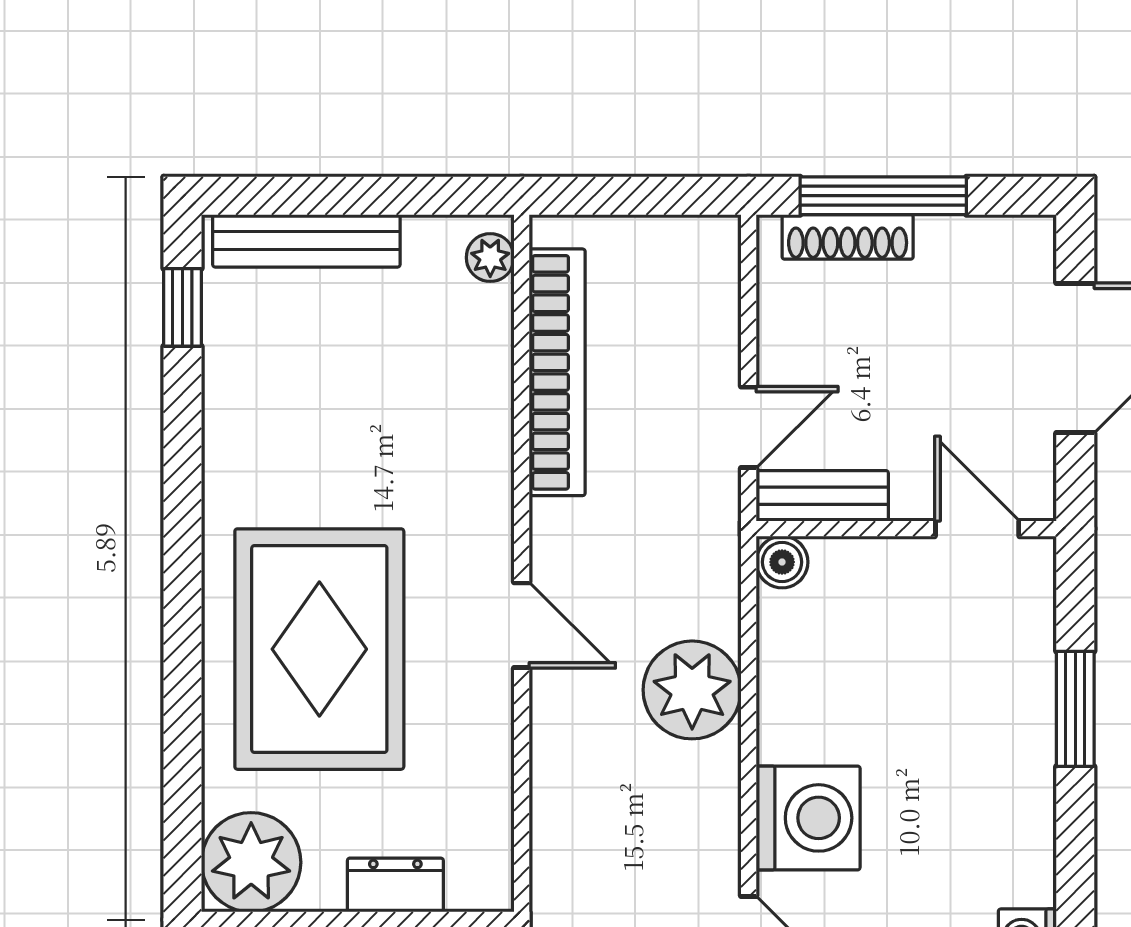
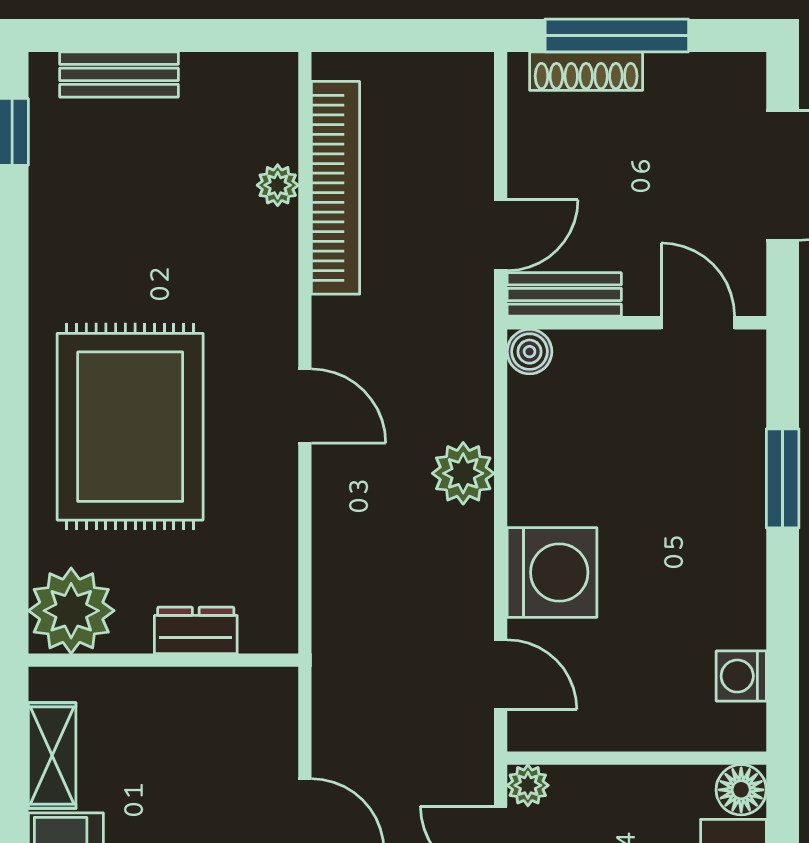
bench: (306, 241) -> (119, 74), width x0.73
plant: (490, 258) -> (278, 185), moved
plant: (692, 690) -> (463, 473), width x0.73, depth x0.73

